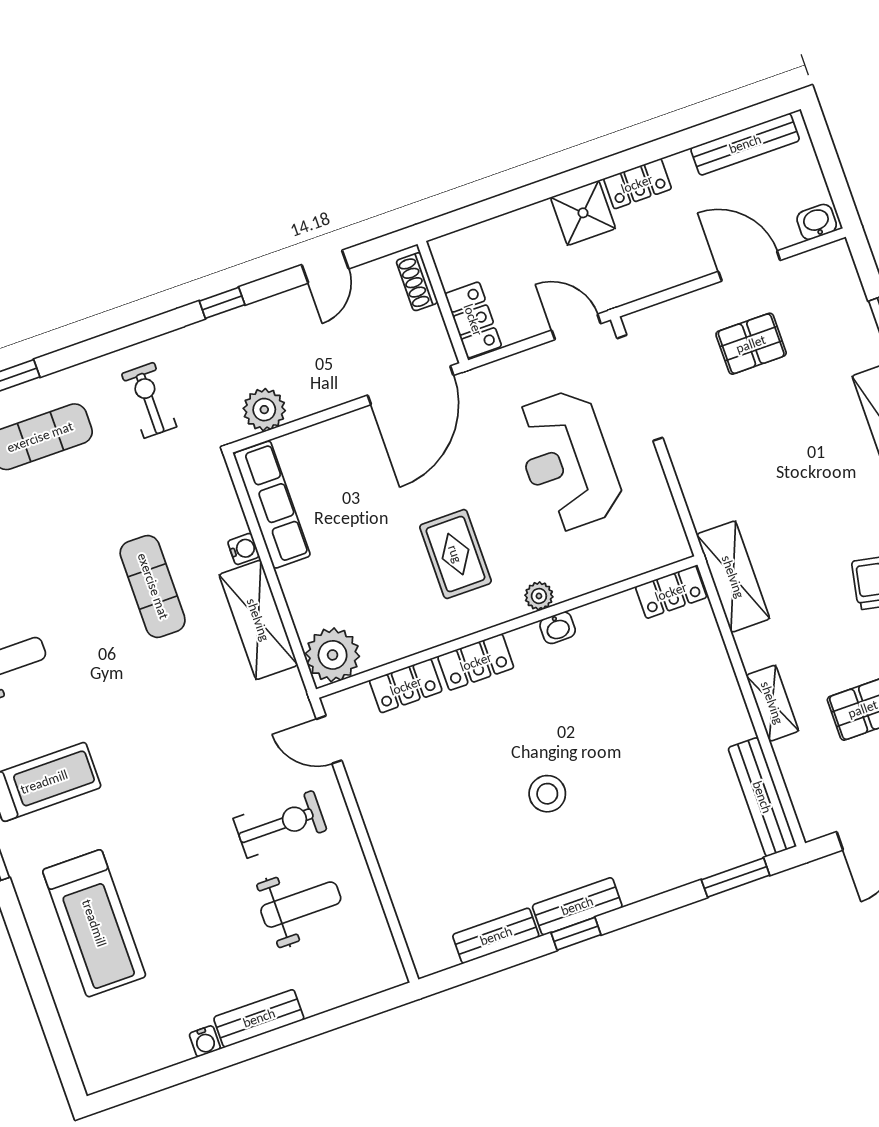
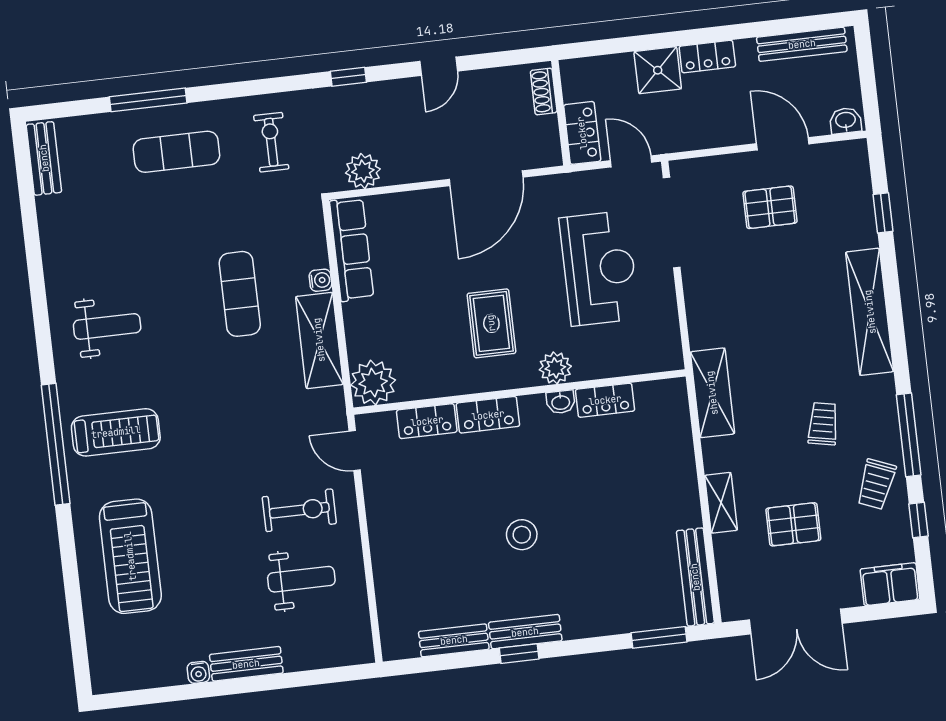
shoe rack: (417, 282) -> (544, 92), moved
wall: (443, 302) -> (561, 113), moved
locker: (473, 320) -> (582, 133), moved
reception desk: (567, 461) -> (599, 268), turned 180
locker: (671, 592) -> (605, 400), moved
plant: (539, 596) -> (555, 368), width x1.38, depth x1.38

